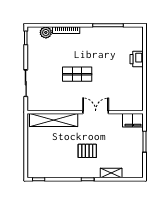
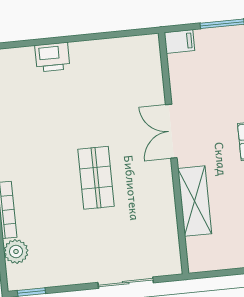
shelving: (54, 120) -> (195, 201), width x0.68
filing cabinet: (133, 120) -> (179, 42), width x0.50

